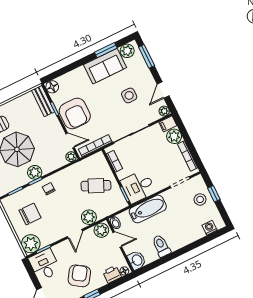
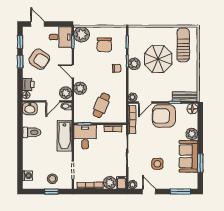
plant: (127, 51) -> (192, 134), moved

